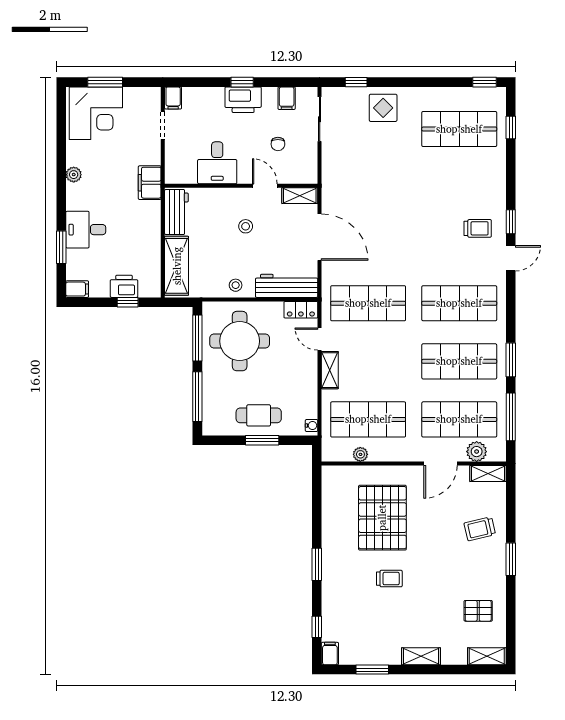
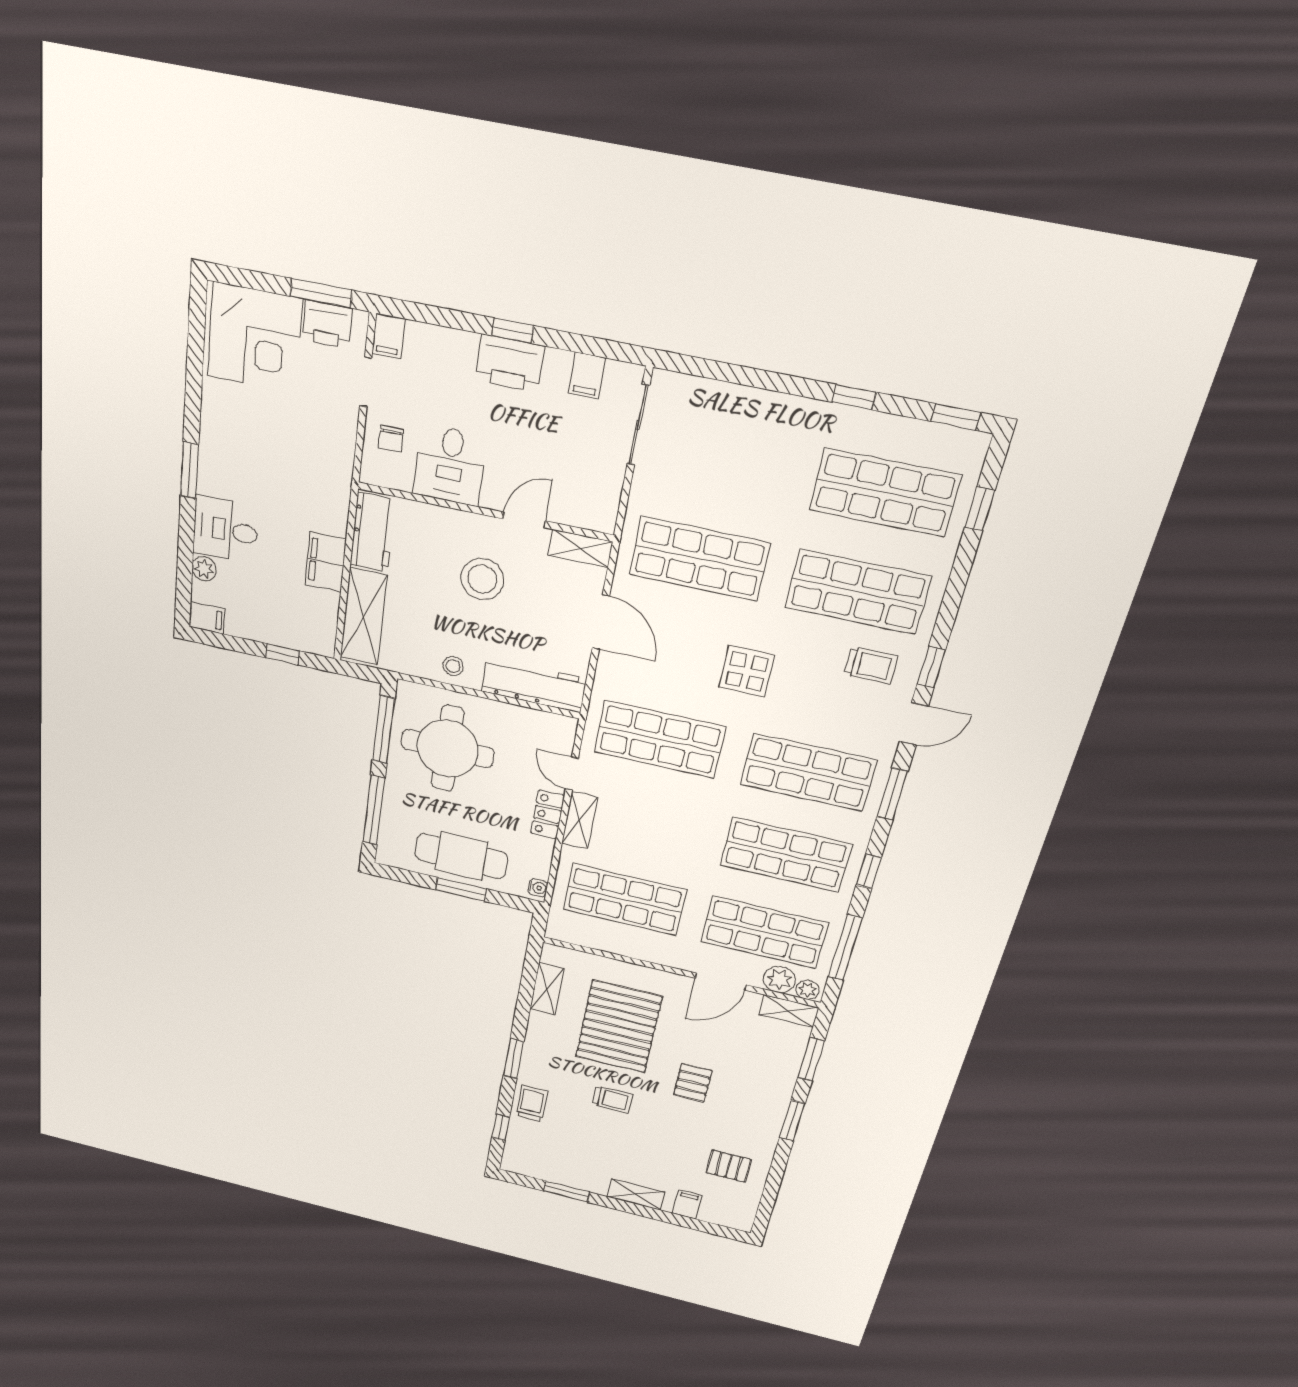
window: (105, 82) -> (321, 293), moved
window: (356, 82) -> (854, 397), moved
display table: (383, 108) -> (747, 671), moved
chair: (278, 144) -> (391, 439), moved
plant: (74, 175) -> (204, 569), moved
filing cabinet: (150, 183) -> (326, 562), moved
door: (265, 186) -> (524, 520), hinge flipped
shop shelf: (368, 187) -> (699, 559), added
shop shelf: (459, 187) -> (858, 592), added
stool: (246, 226) -> (482, 579), width x1.89, depth x1.89
door: (320, 237) -> (601, 622), width x0.73
window: (61, 247) -> (190, 470), moved
printer: (124, 286) -> (327, 324), moved, turned 180
window: (511, 305) -> (892, 794), added
locker: (301, 310) -> (548, 815), moved, turned 90
window: (511, 360) -> (869, 871), width x0.67
cafe table: (259, 415) -> (461, 856), width x1.37, depth x1.35
plant: (360, 454) -> (807, 990), moved
window: (511, 506) -> (811, 1059), added
trolley: (480, 529) -> (532, 1103), moved, turned 103
pallet: (440, 548) -> (693, 1083), added
filing cabinet: (330, 654) -> (687, 1204), moved
shelving: (487, 656) -> (547, 989), moved, turned 90

